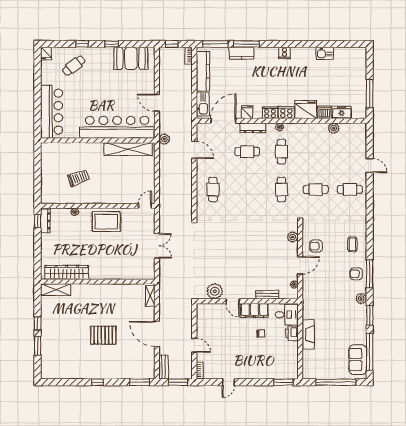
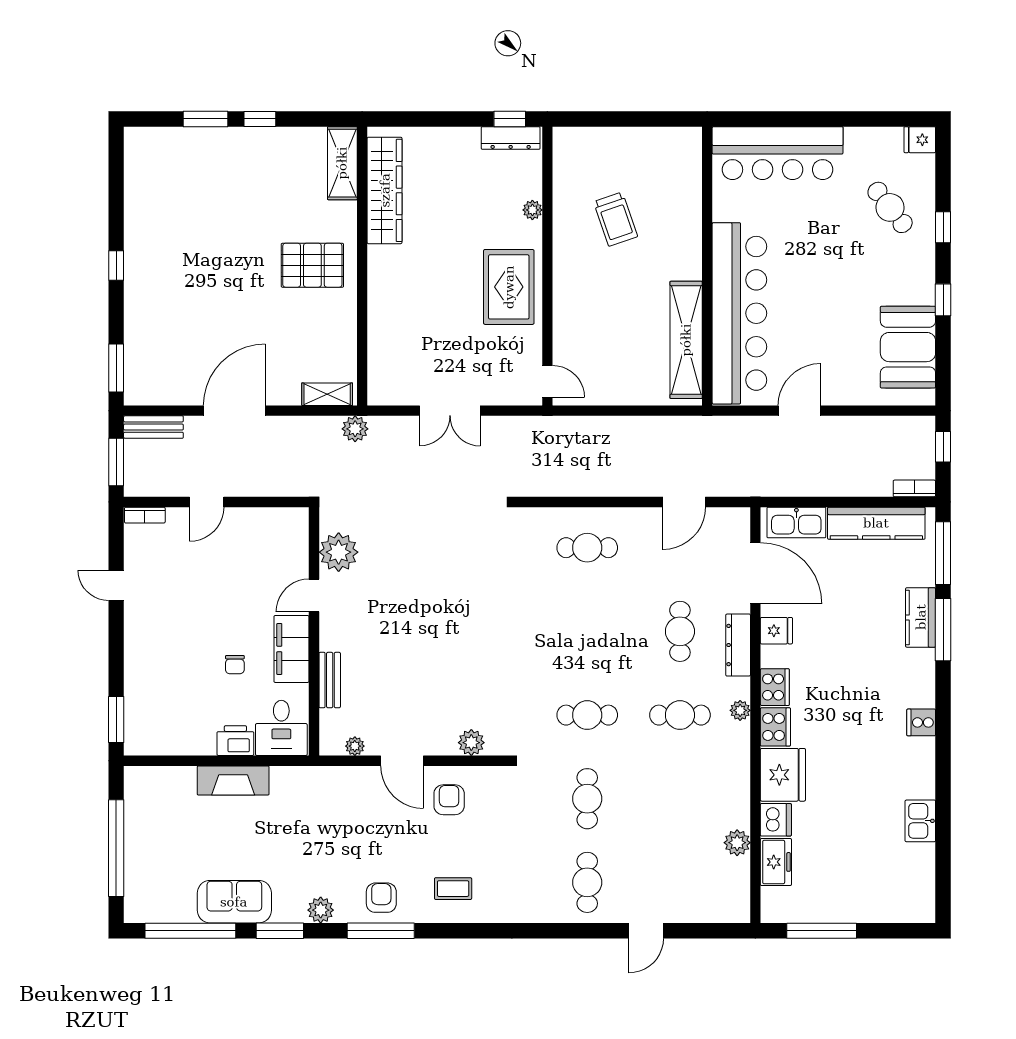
plant: (164, 139) -> (355, 429), moved
pallet: (103, 335) -> (312, 265), moved, turned 90
sofa: (358, 360) -> (234, 902), moved

